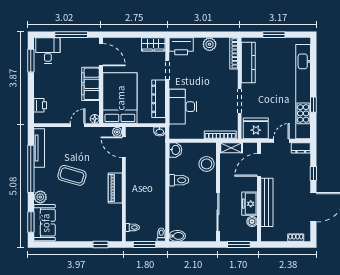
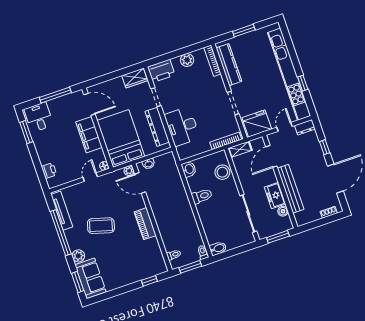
washbasin: (160, 132) -> (149, 164), moved

